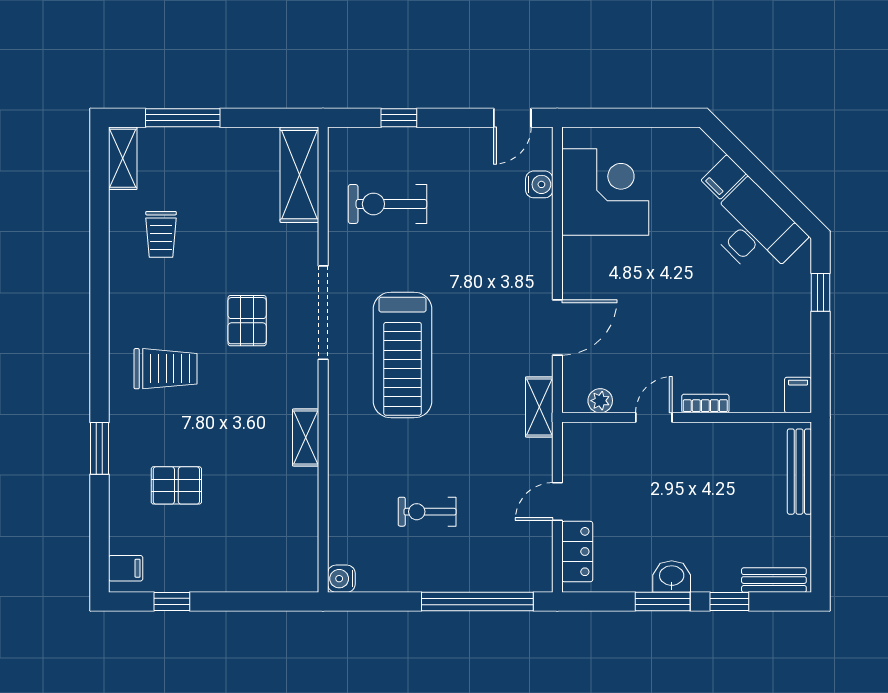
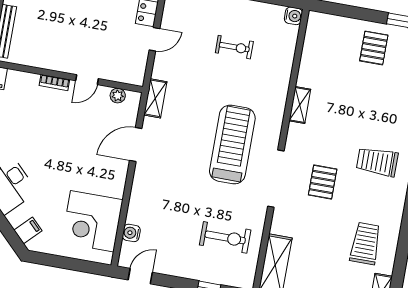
filing cabinet: (724, 177) -> (28, 230), moved
trolley: (161, 234) -> (365, 243), width x1.36, depth x1.39
pallet: (176, 485) -> (374, 48), moved, turned 90

